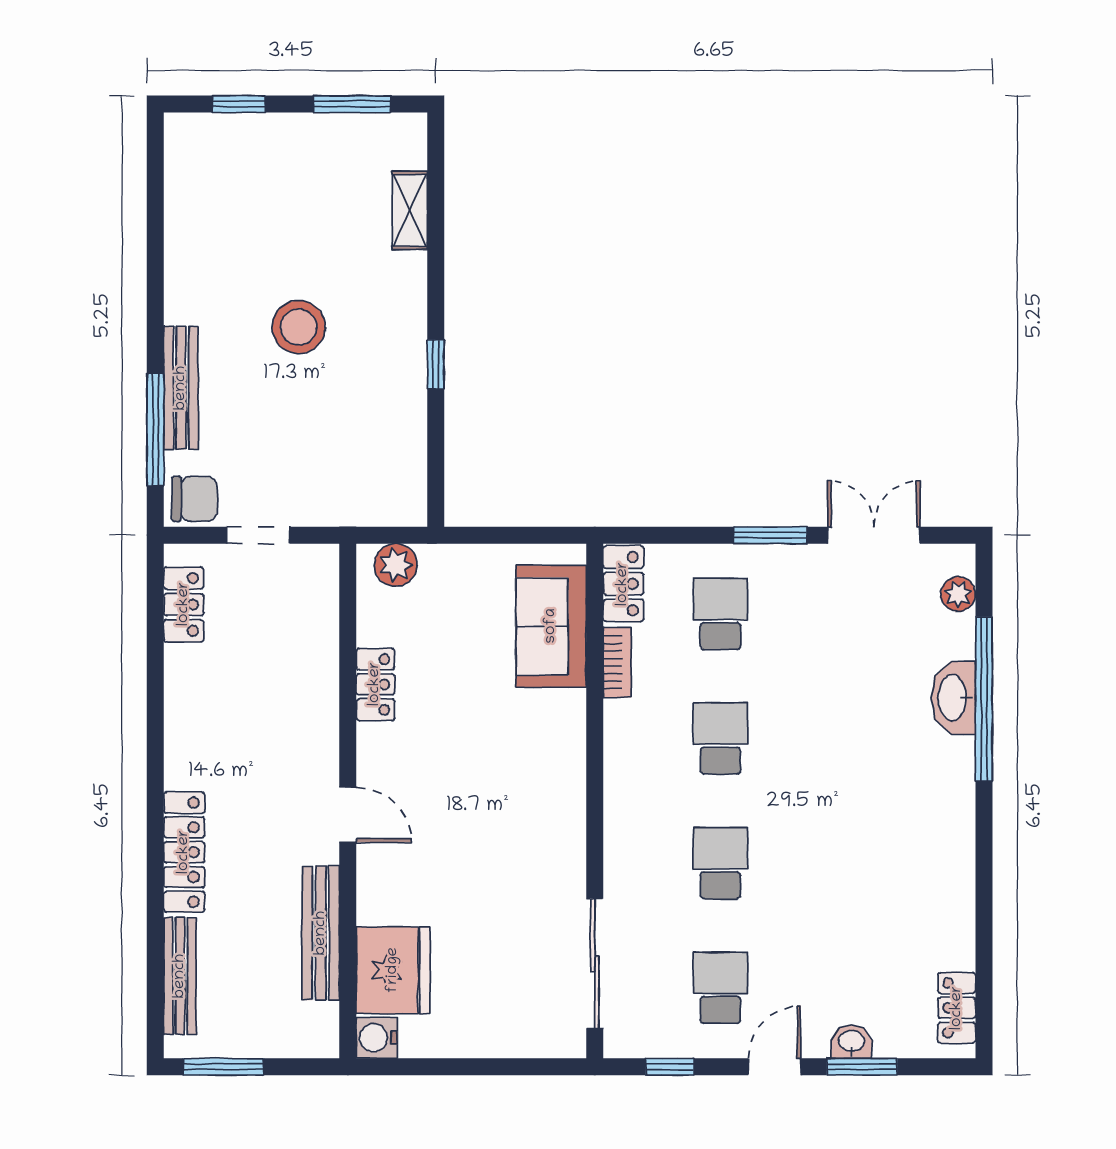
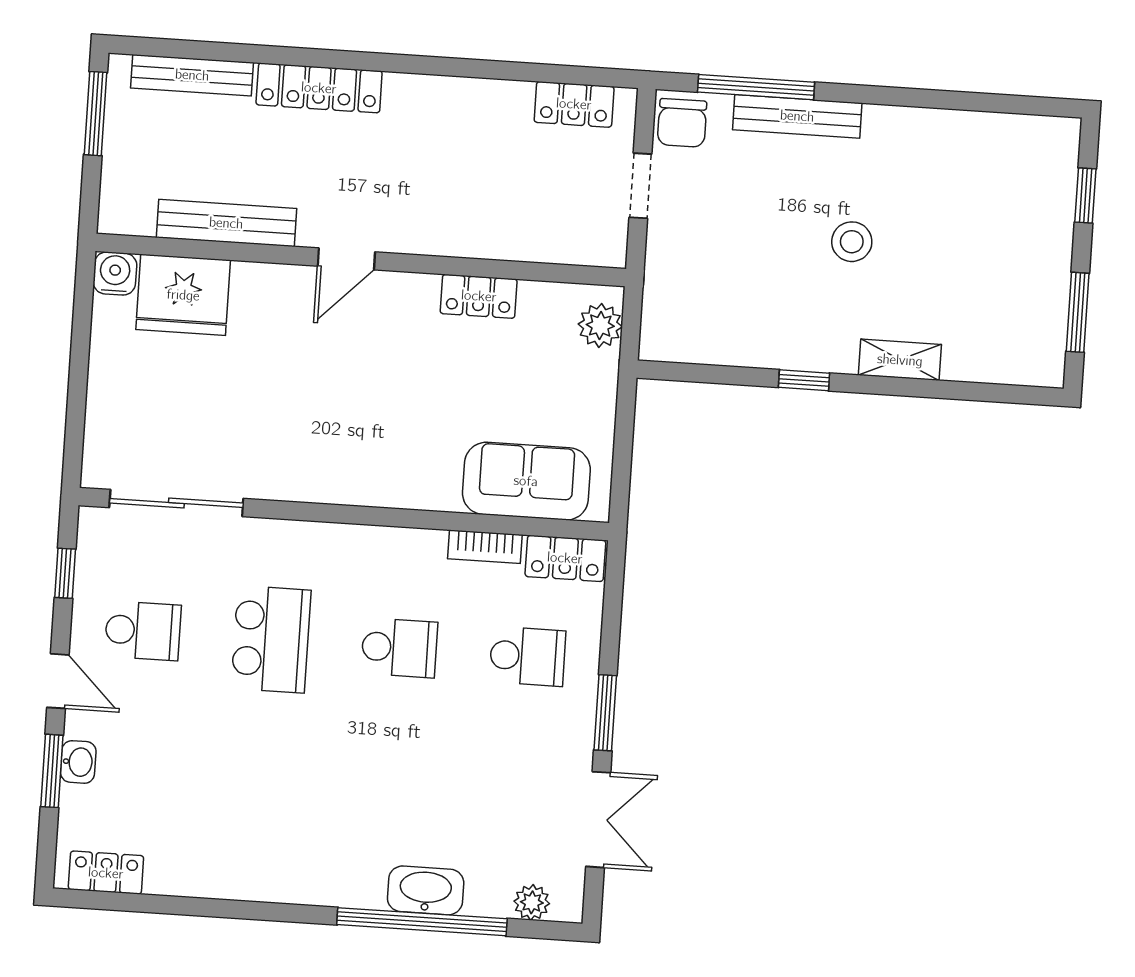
shelving: (410, 210) -> (900, 360), moved
stool: (299, 327) -> (852, 242), width x0.73, depth x0.73
school desk: (721, 863) -> (271, 639), width x1.85

